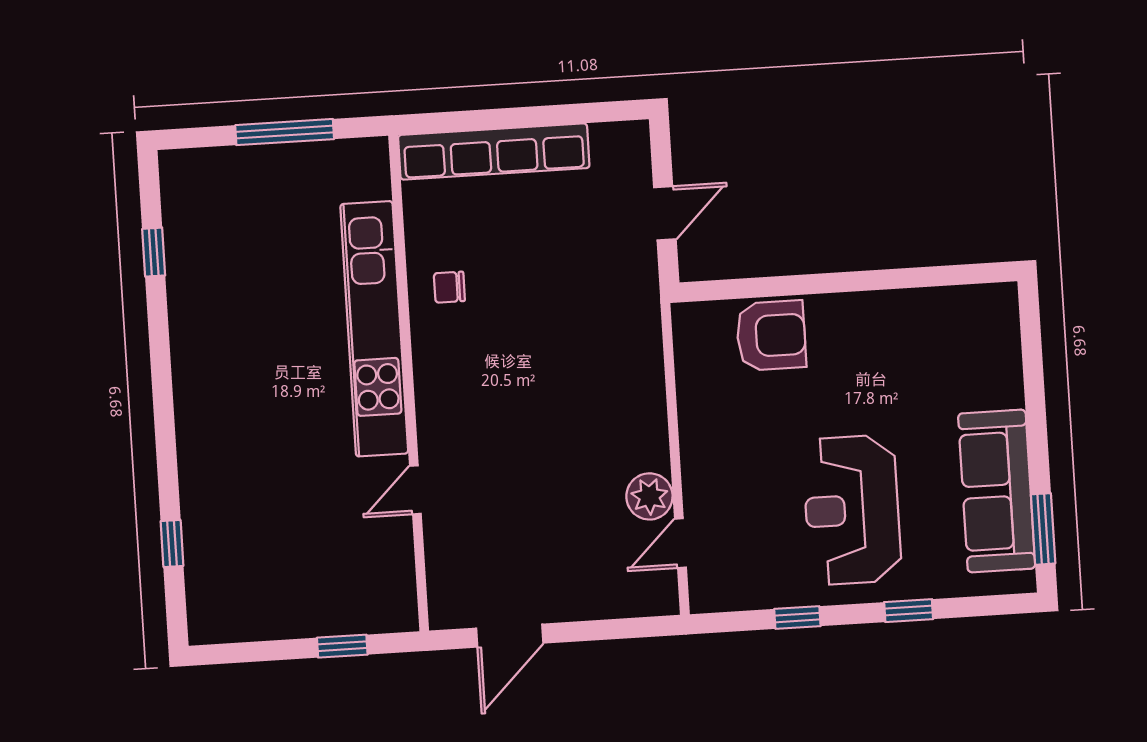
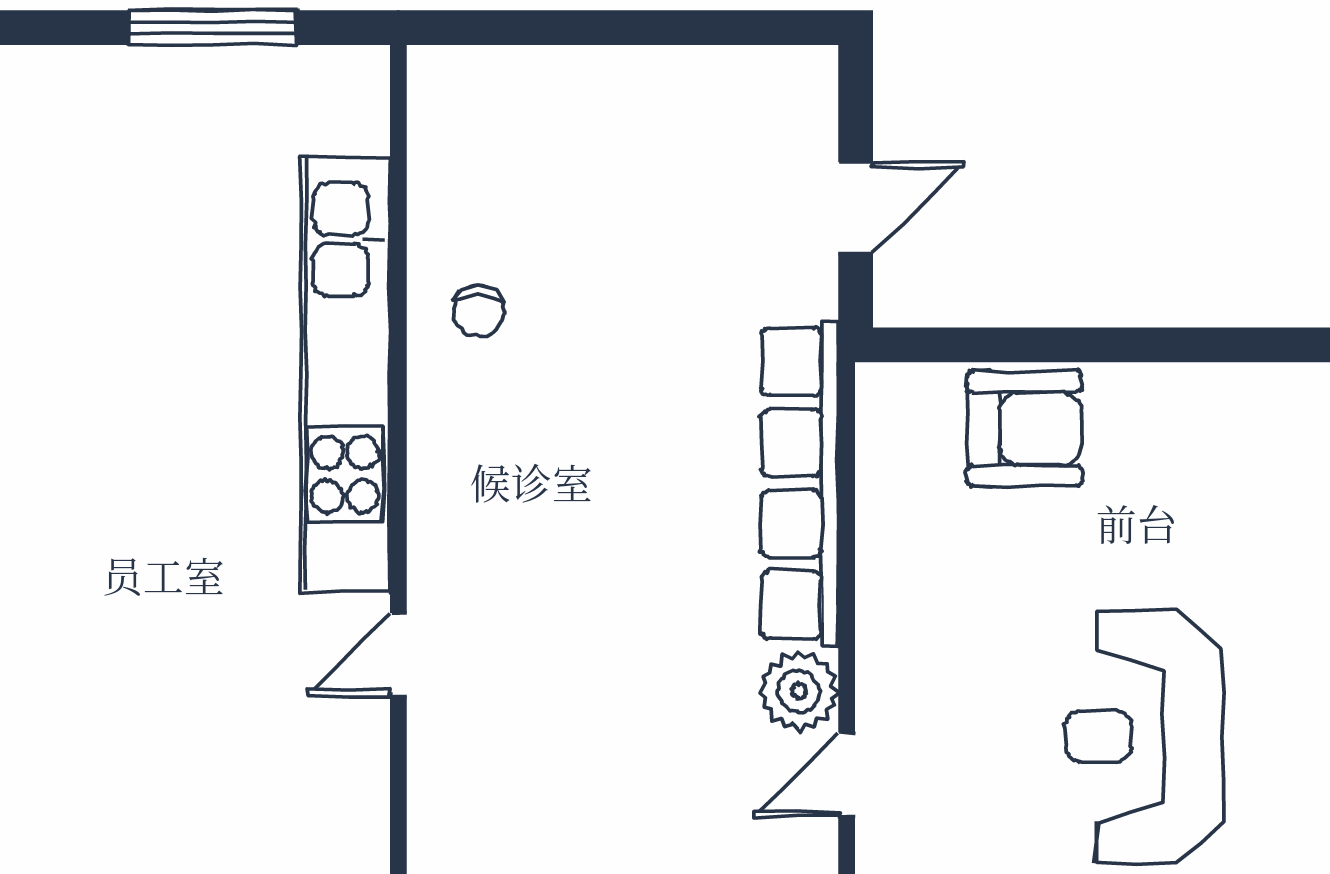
row of seats: (494, 151) -> (800, 484), moved, turned 90
chair: (449, 287) -> (478, 311), turned -90

